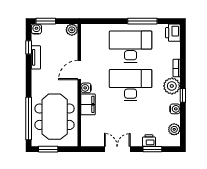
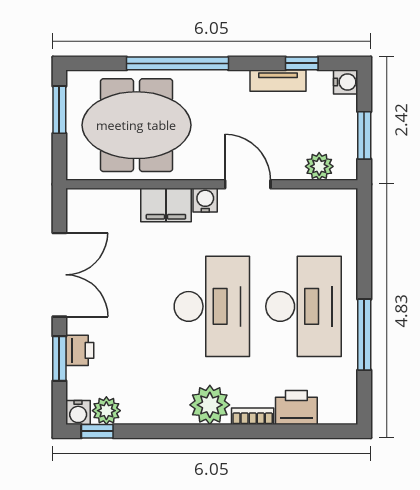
window: (46, 21) -> (364, 135), moved
plant: (72, 30) -> (319, 166), moved
printer: (173, 33) -> (296, 408), moved
window: (183, 95) -> (97, 431), moved
water cooler: (175, 109) -> (78, 413), moved
window: (29, 119) -> (177, 63), moved
double door: (117, 149) -> (59, 275), width x1.37

